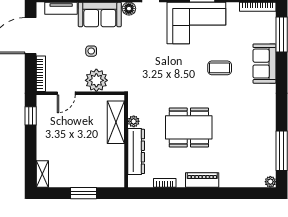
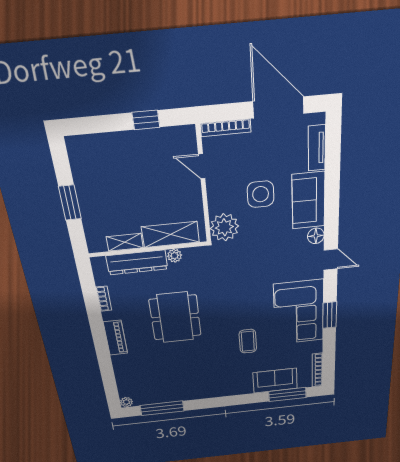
side table: (91, 51) -> (261, 194), width x1.87, depth x1.87
sofa: (265, 64) -> (275, 381), moved
plant: (96, 80) -> (224, 227), moved
window: (31, 116) -> (146, 120), moved
shelving: (42, 174) -> (125, 242), moved

